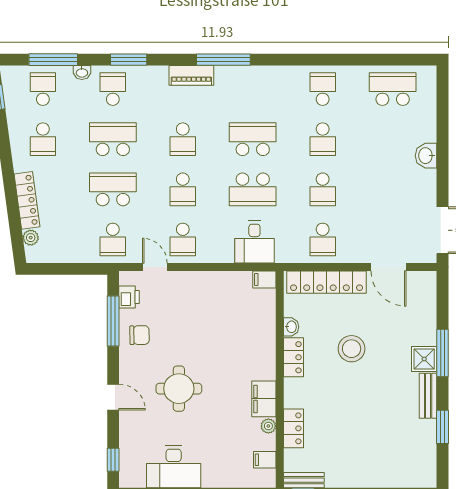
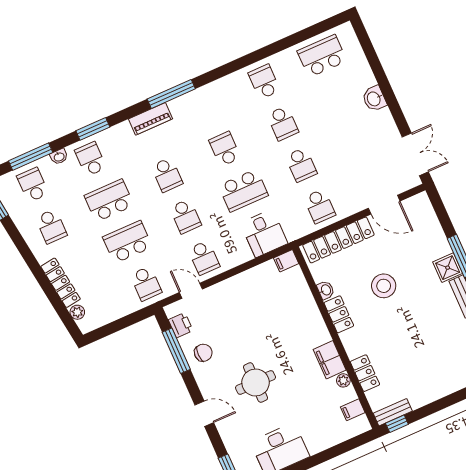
school desk: (253, 139) -> (225, 149), width x0.54

